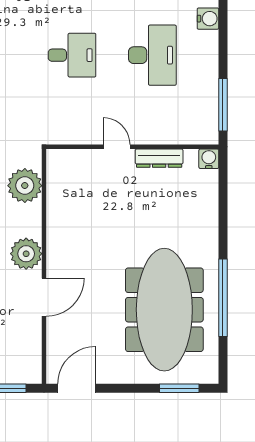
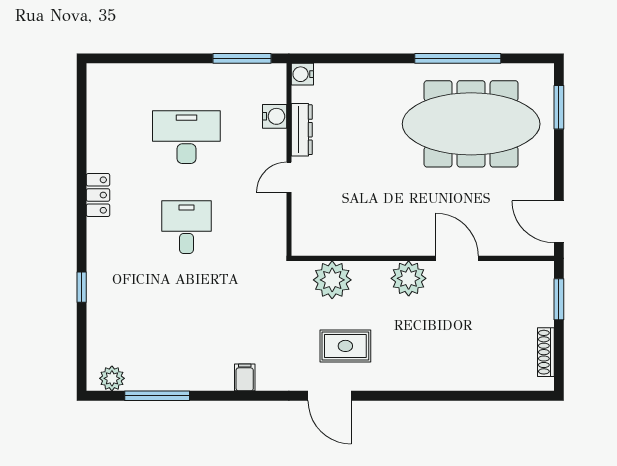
water cooler: (208, 19) -> (275, 116), moved, turned 90

